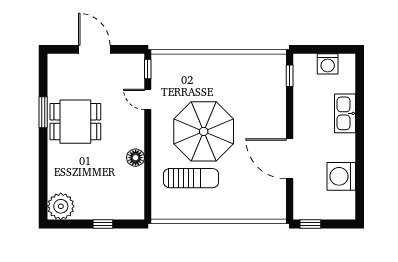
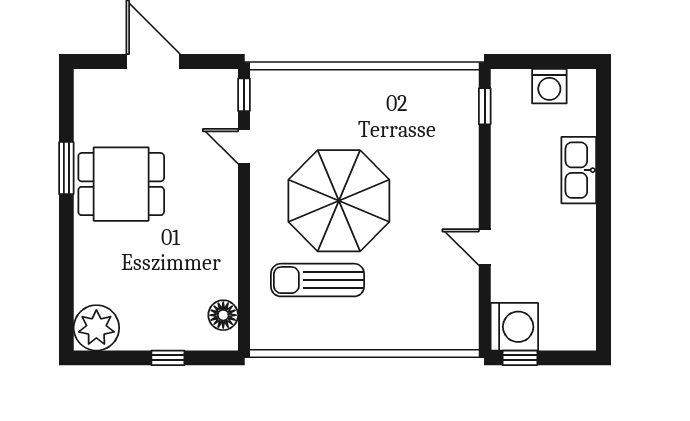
floor lamp: (136, 158) -> (223, 315), moved
door: (290, 159) -> (485, 247), width x0.53
washing machine: (341, 176) -> (514, 327), moved, turned 180
sun lounger: (191, 178) -> (317, 280), turned 180

